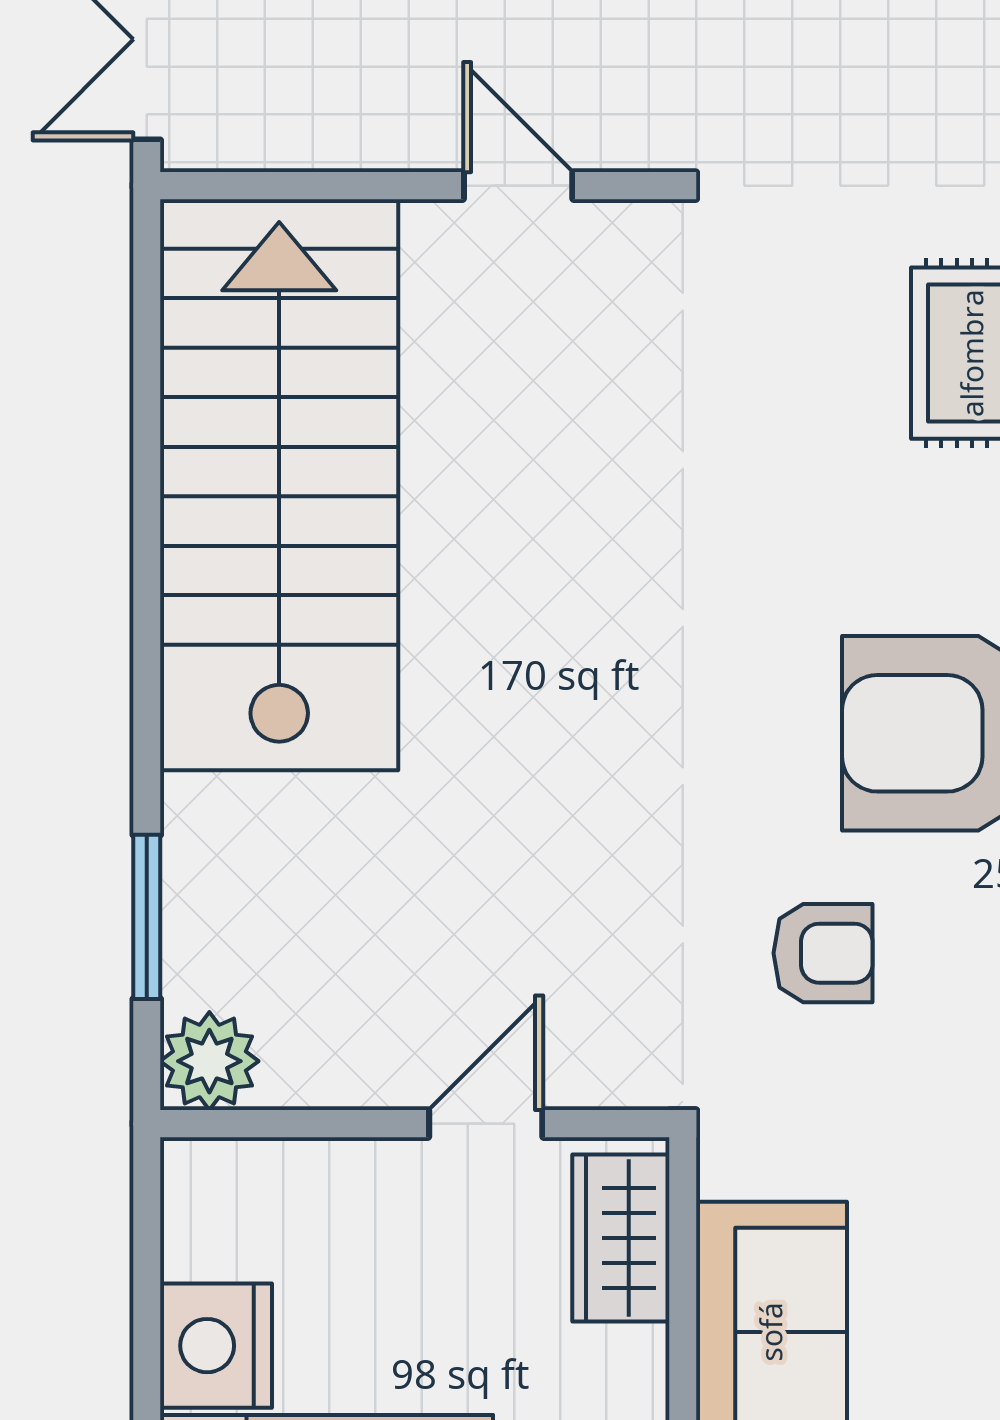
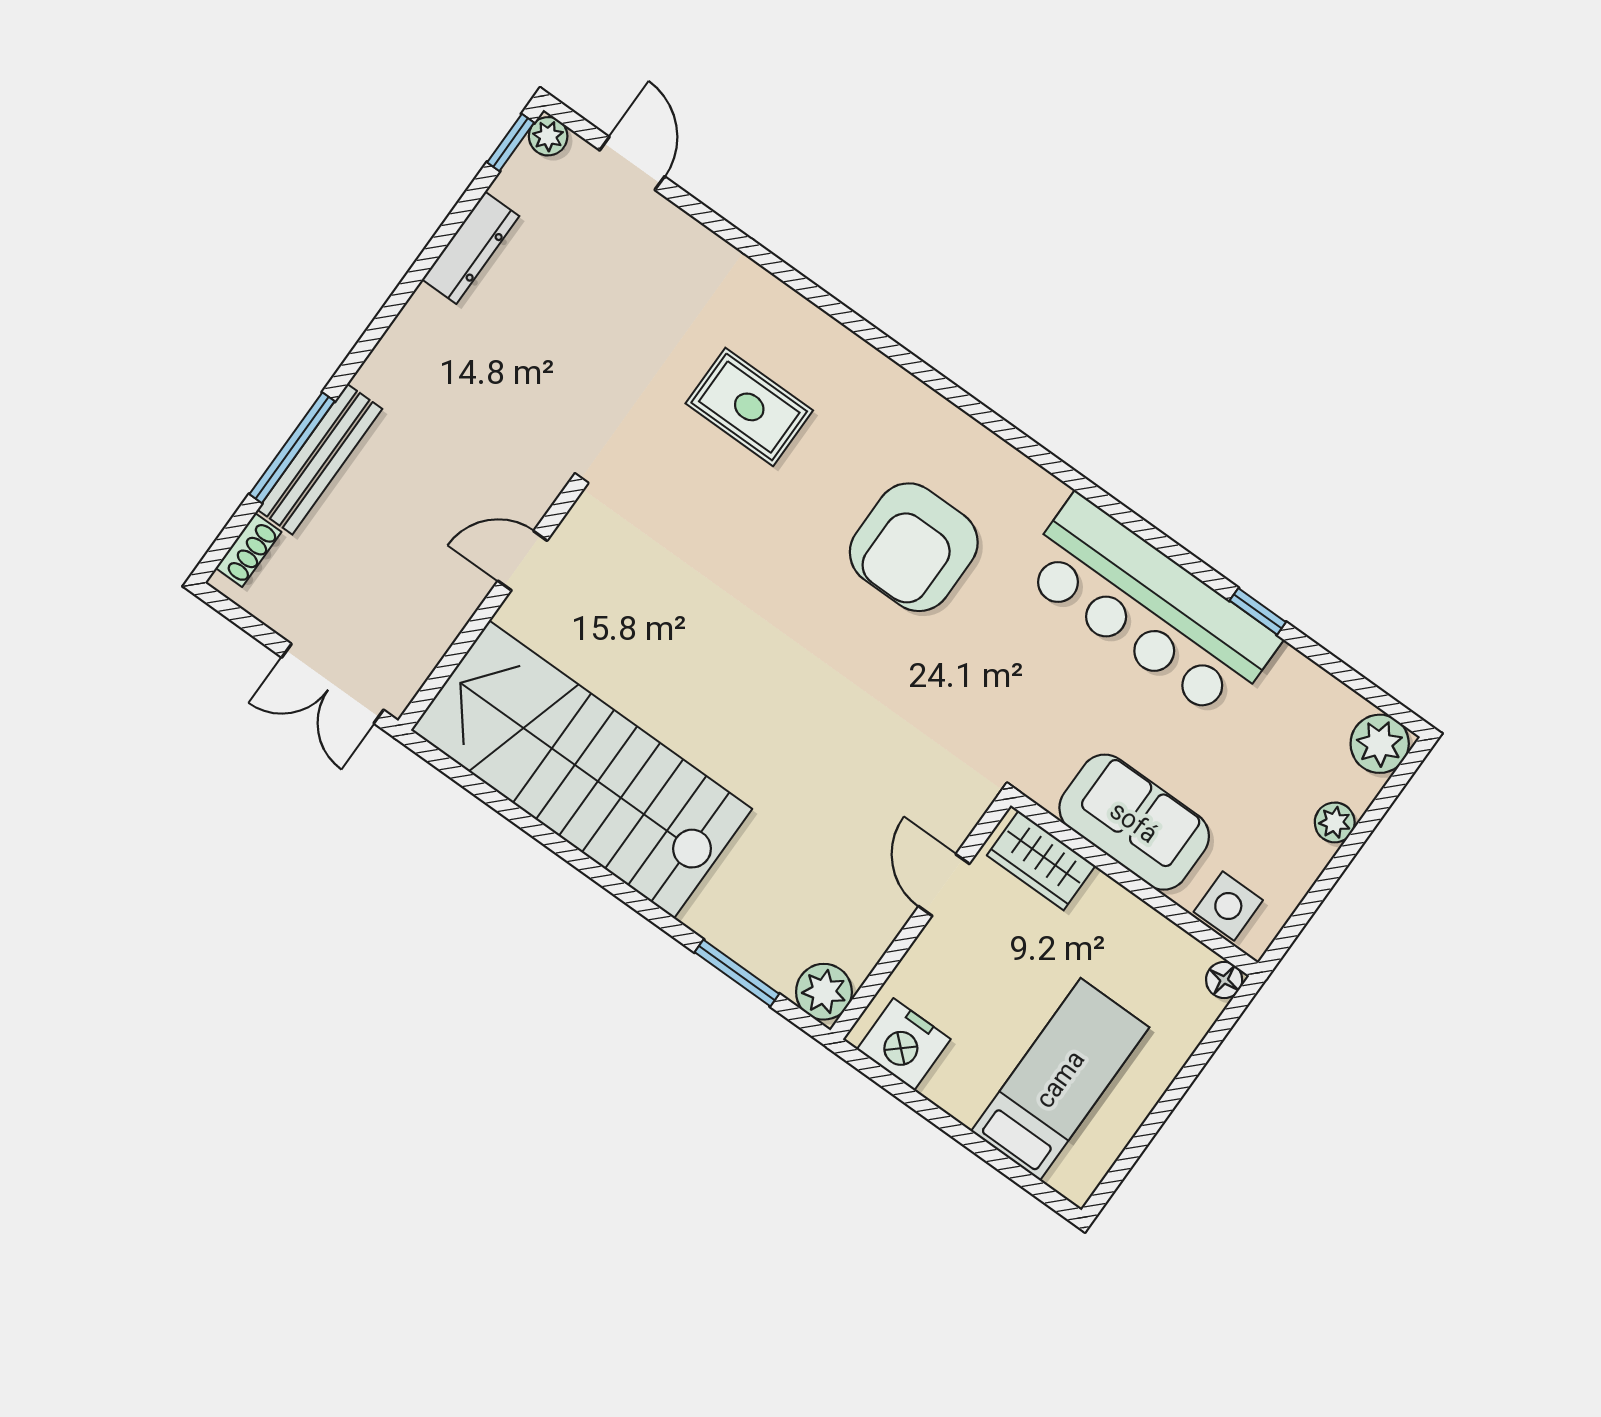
armchair: (823, 953) -> (977, 673), removed
nightstand: (216, 1346) -> (904, 1044), moved

